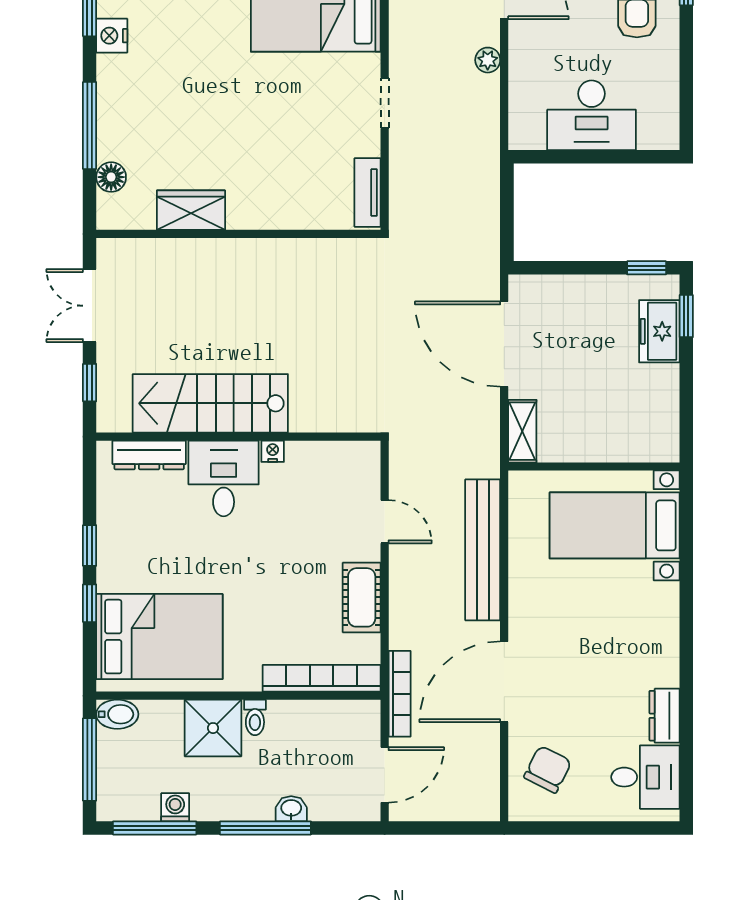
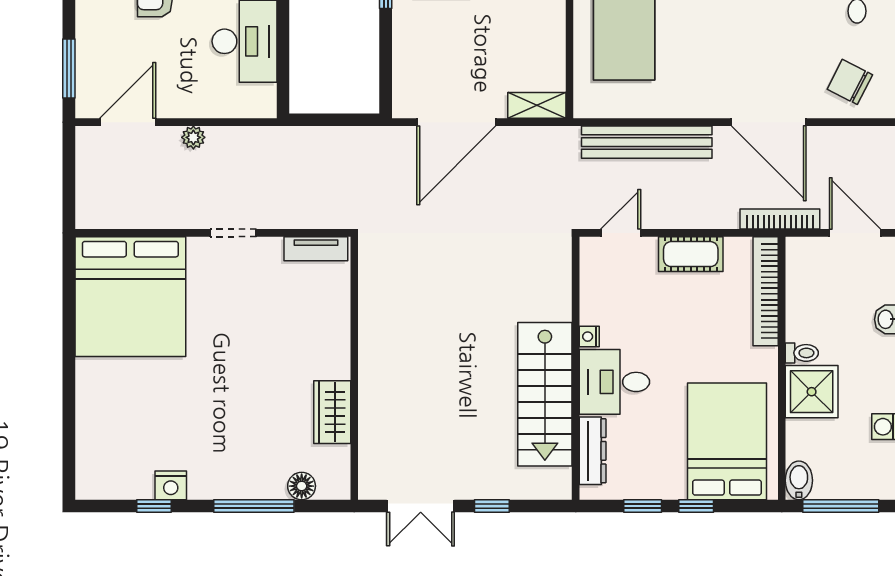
stairs: (210, 403) -> (545, 394), moved
wall: (238, 437) -> (576, 368), moved
nightstand: (273, 451) -> (589, 337), moved
dresser: (149, 455) -> (593, 451), moved
desk: (224, 478) -> (614, 382), moved

